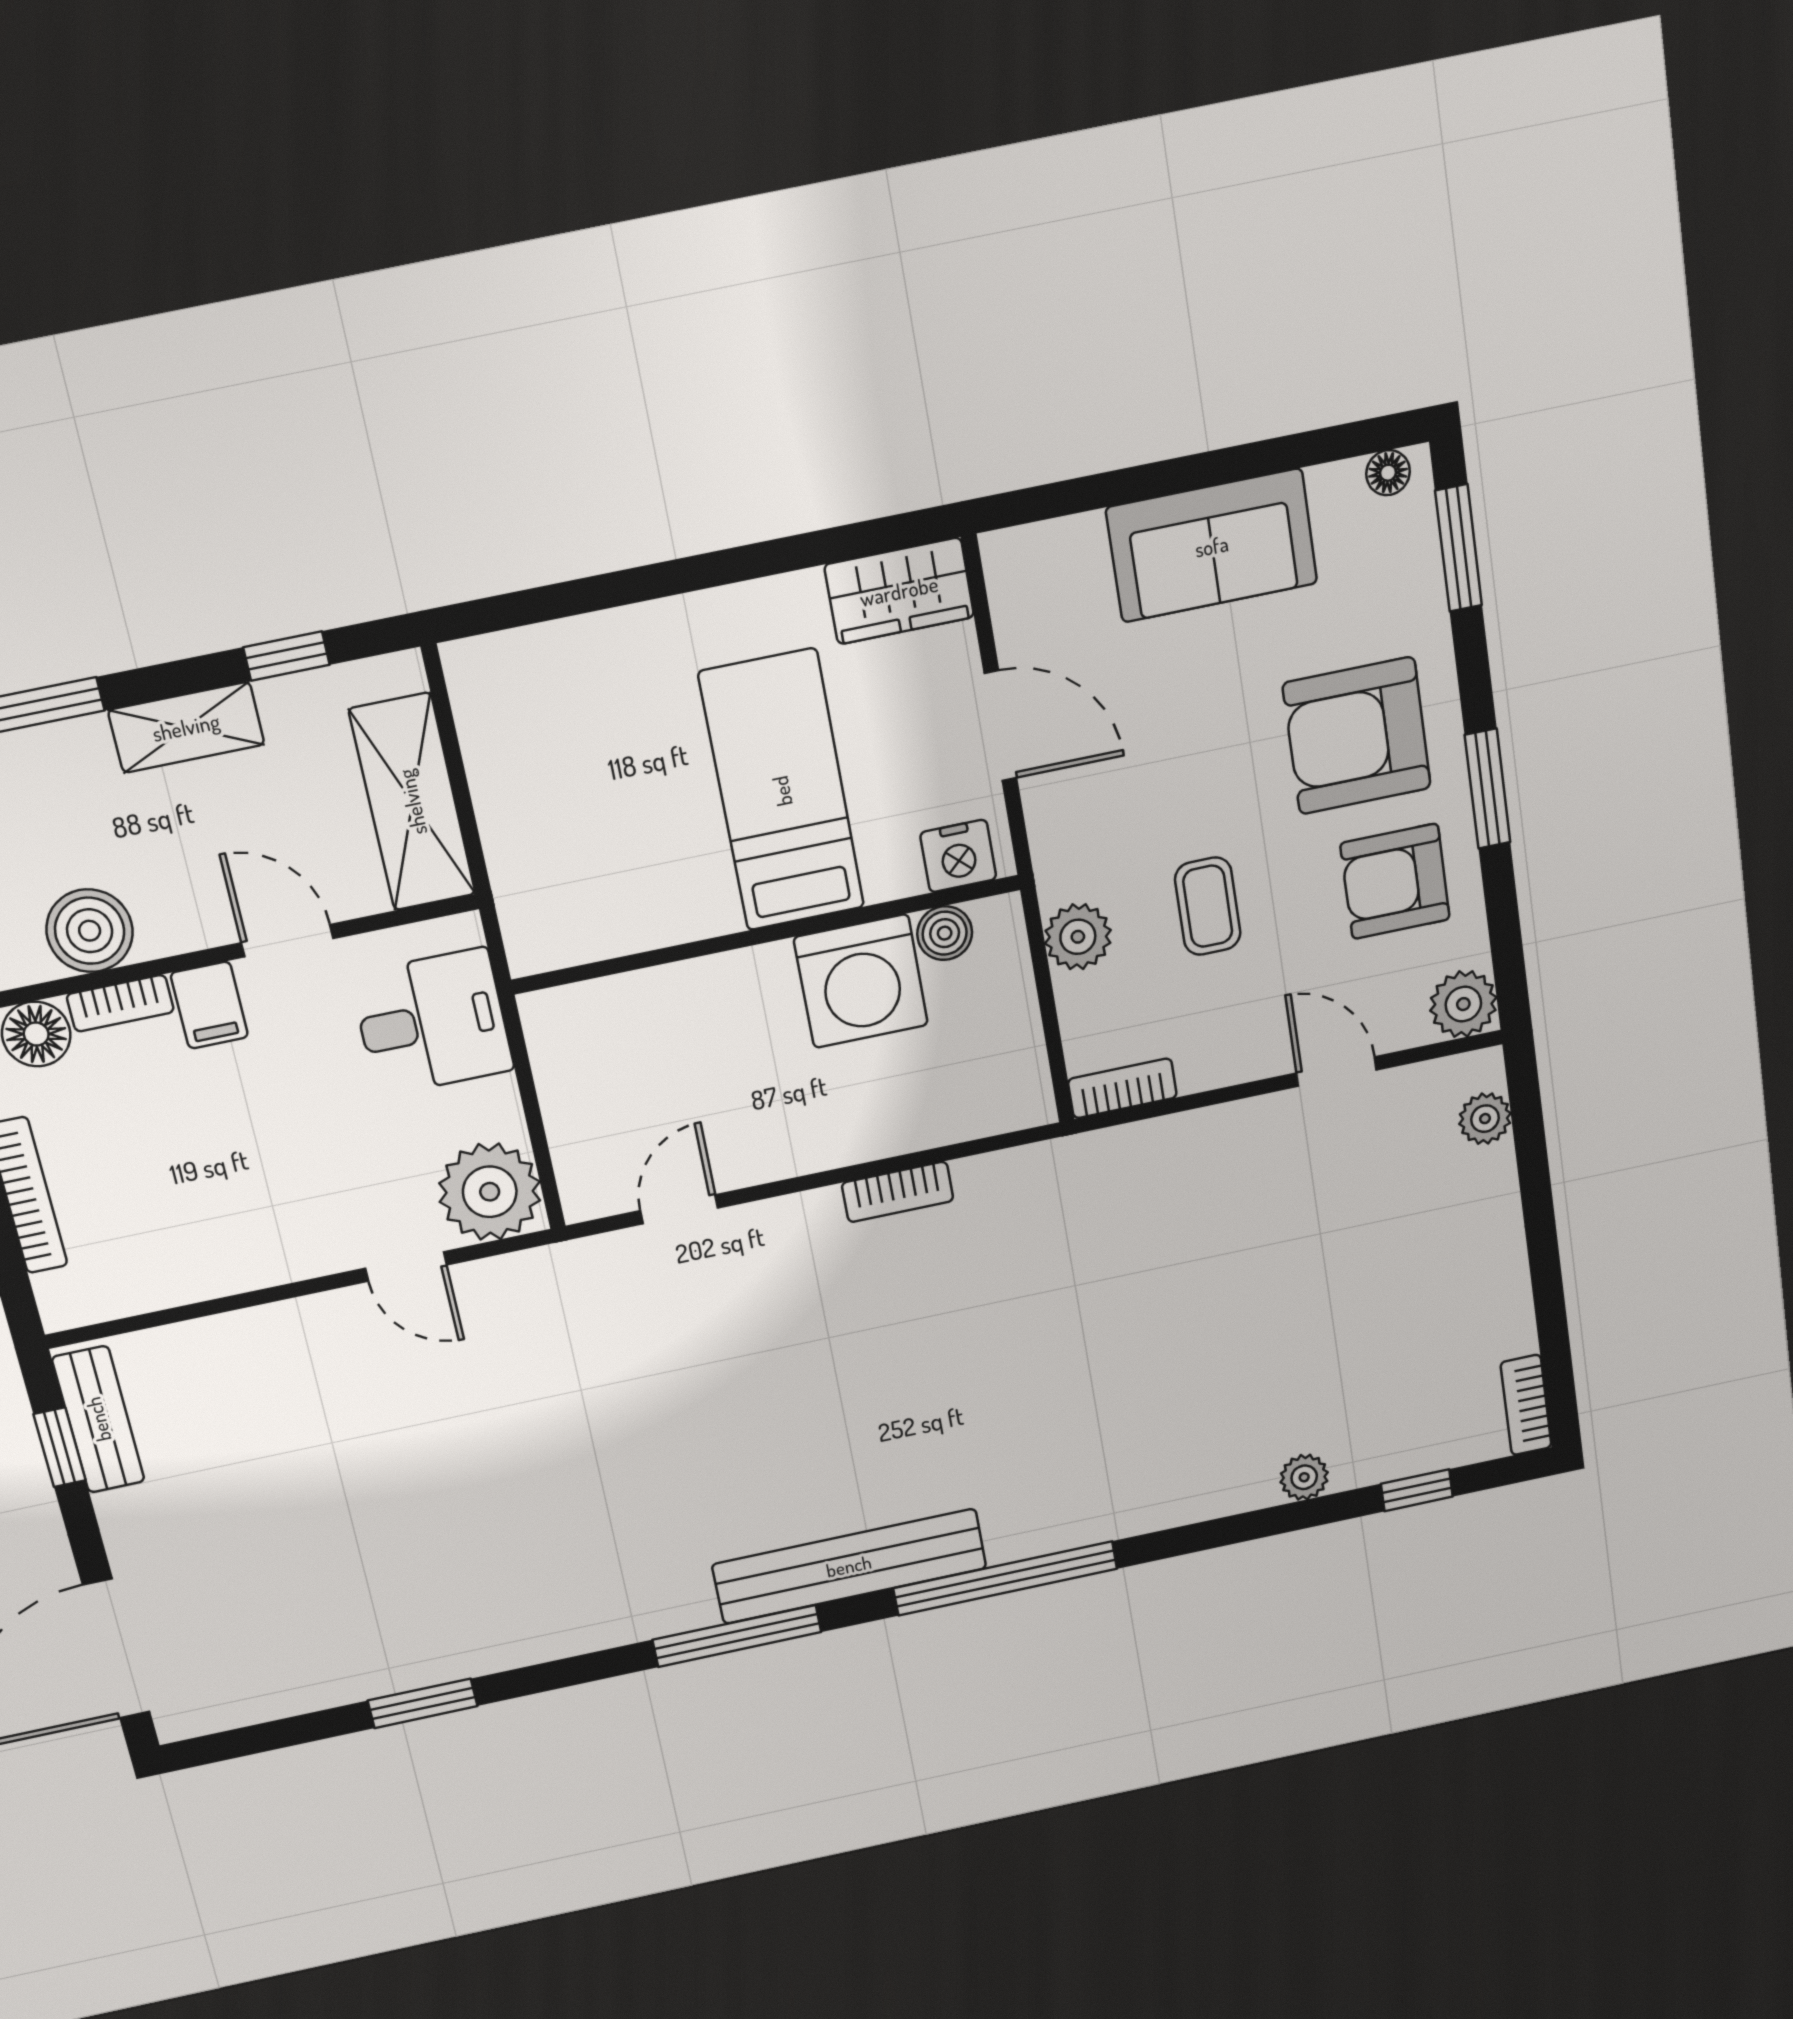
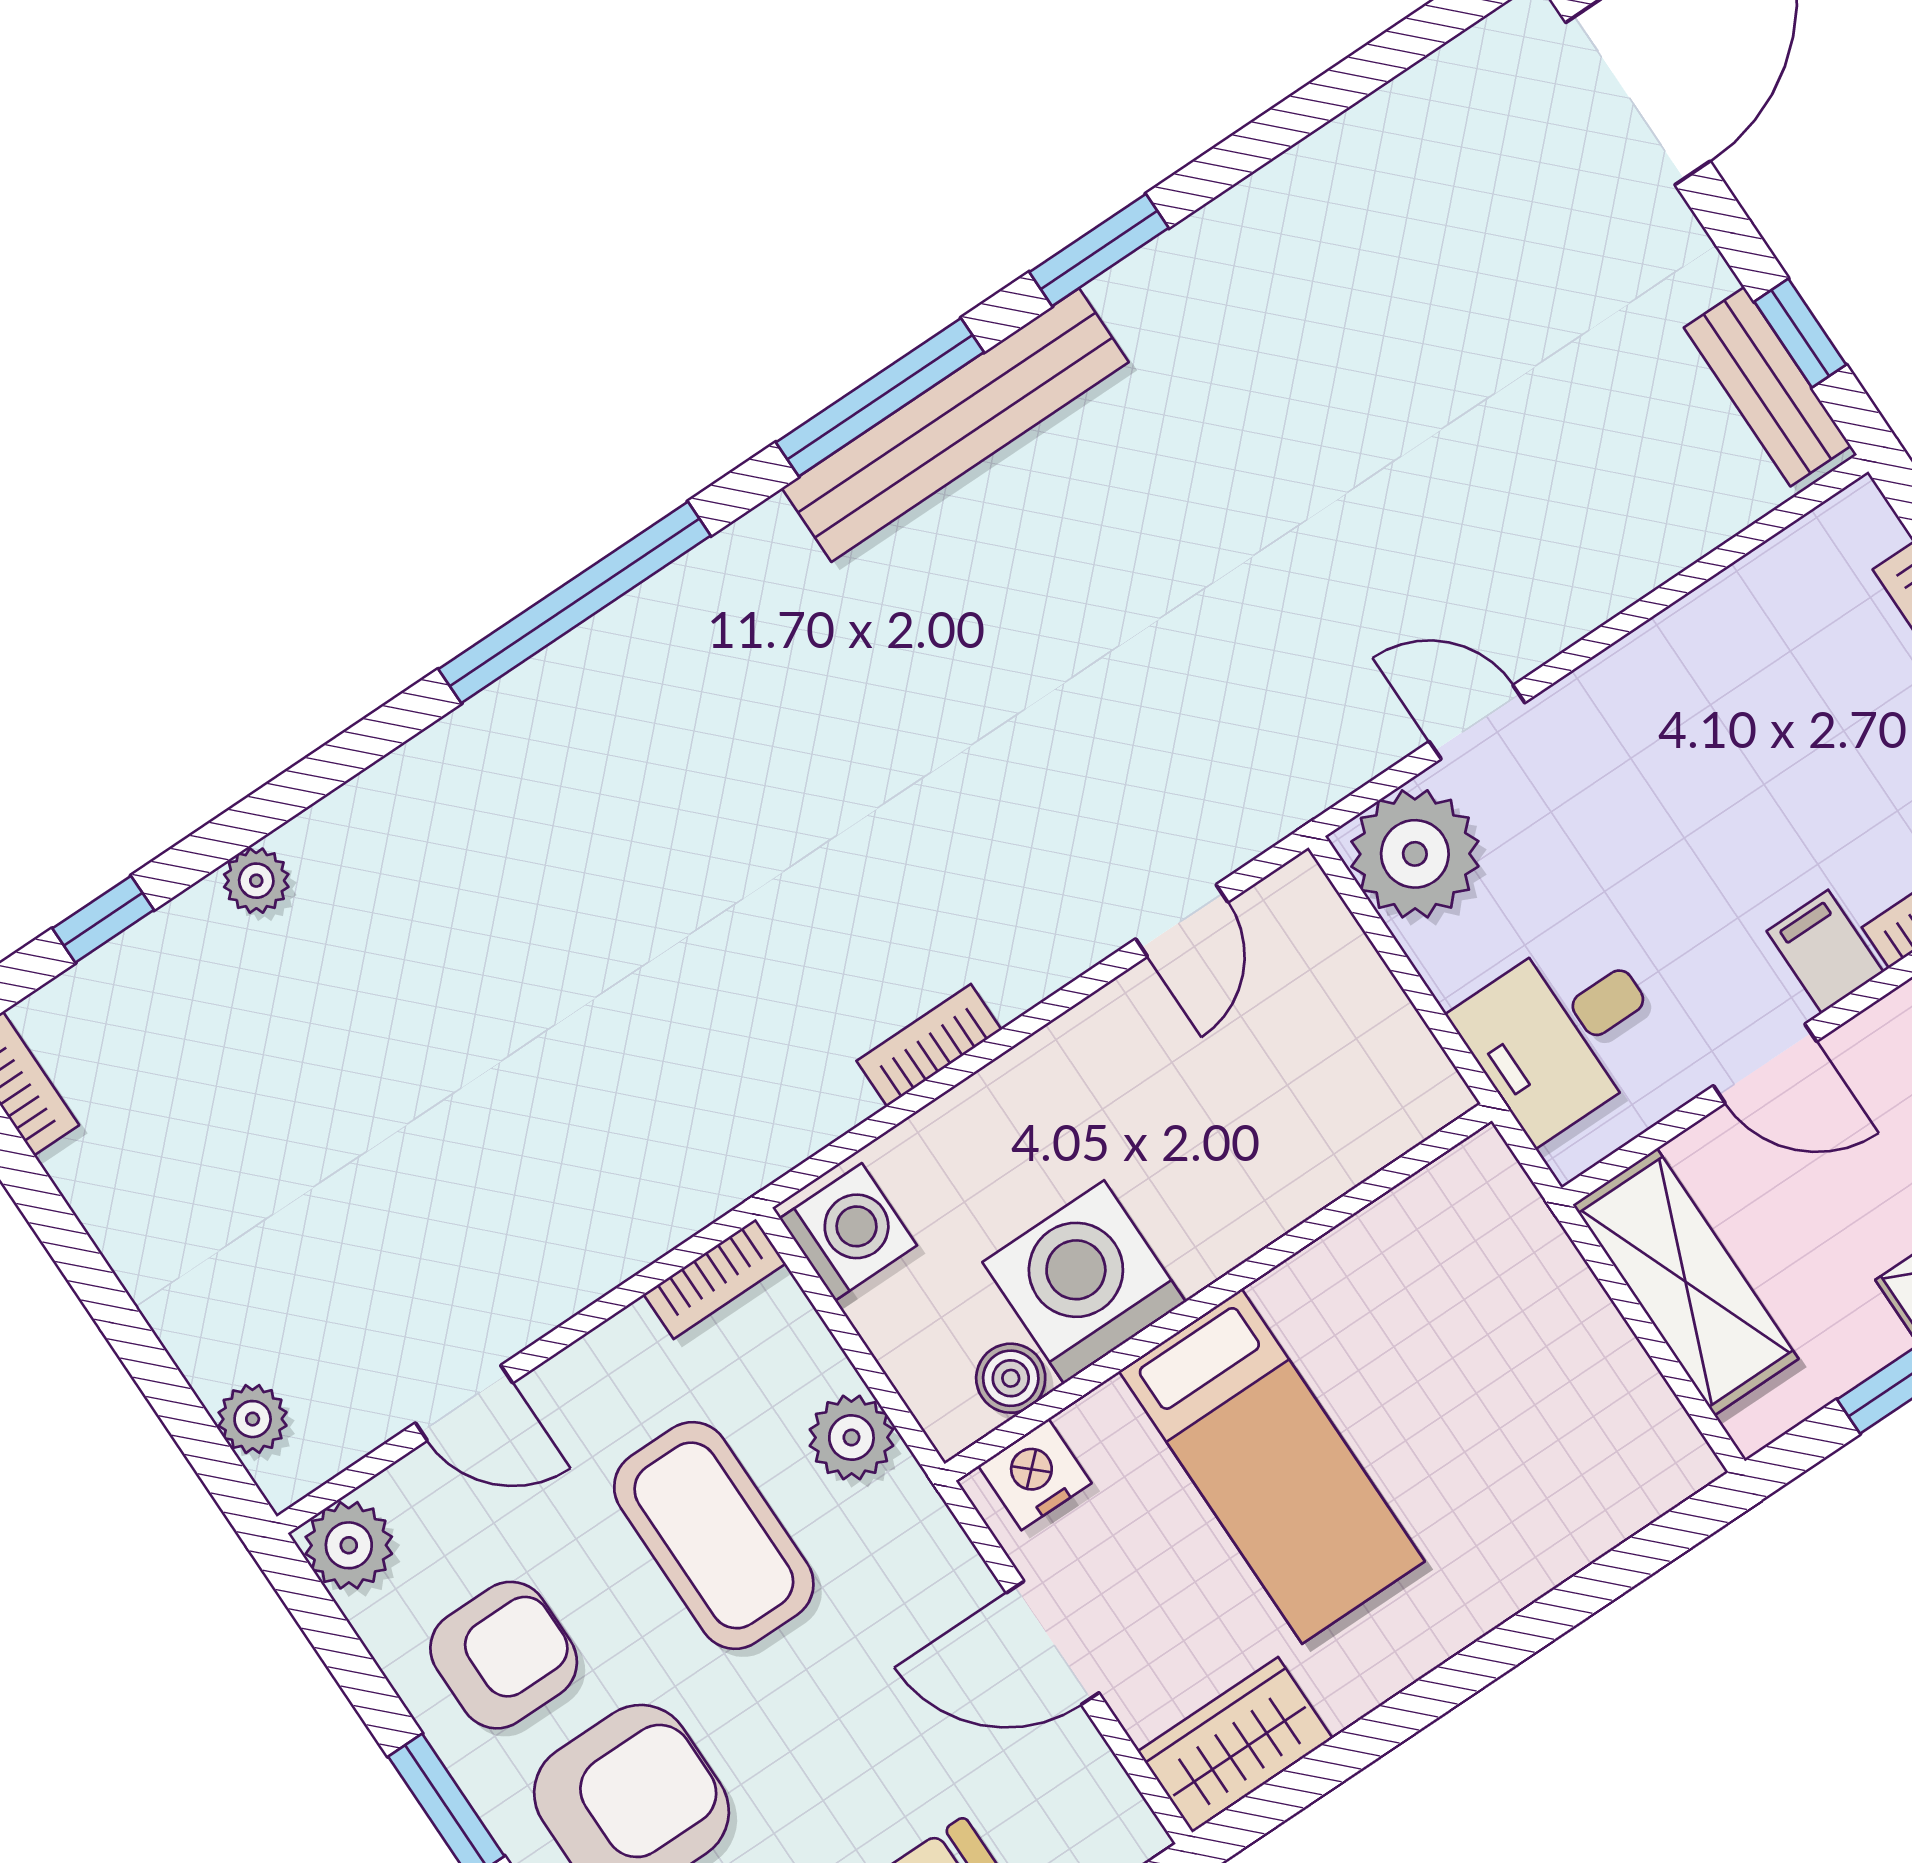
coffee table: (1208, 906) -> (714, 1535), width x1.86, depth x1.72
washing machine: (1013, 1084) -> (848, 1232), added
bench: (849, 1566) -> (955, 425), moved
window: (423, 1703) -> (1099, 250), moved

